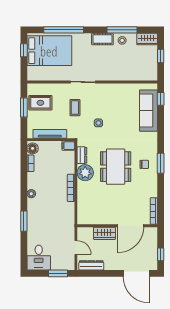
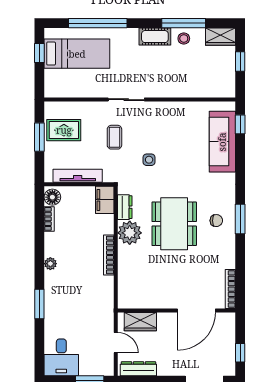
bed: (49, 51) -> (77, 54), width x0.67
filing cabinet: (68, 146) -> (105, 200), width x2.00
wardrobe: (104, 233) -> (140, 322), moved

